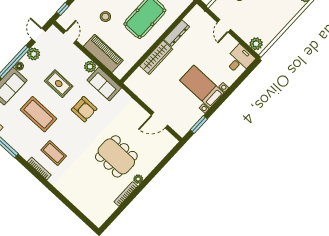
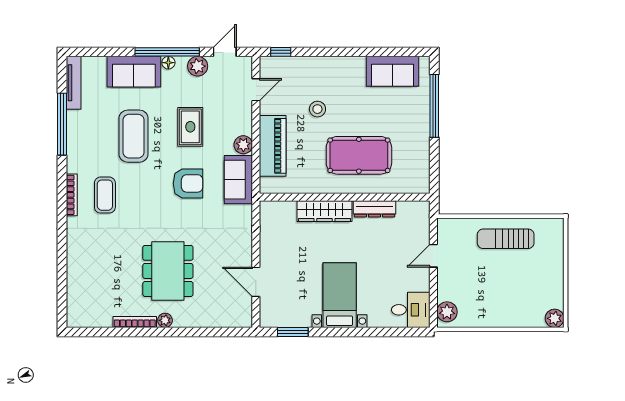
armchair: (84, 109) -> (188, 183), turned -90

